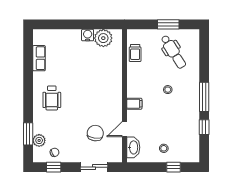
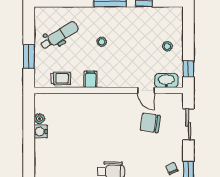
window: (168, 24) -> (29, 57), moved
plant: (103, 38) -> (39, 119), width x0.53, depth x0.53
filing cabinet: (134, 104) -> (91, 79), moved
window: (173, 167) -> (188, 69), moved

